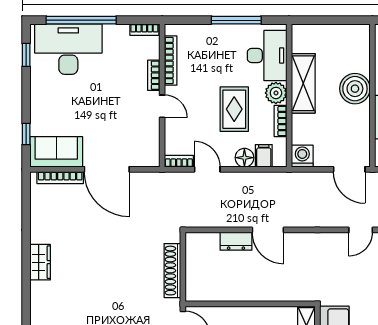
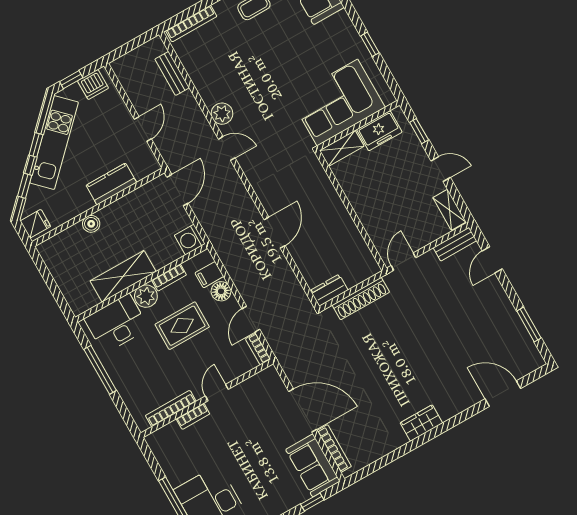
bookcase: (144, 30) -> (156, 448), removed
boiler: (355, 89) -> (91, 224), width x0.54, depth x0.54
door: (107, 169) -> (303, 410), hinge flipped
dresser: (236, 241) -> (329, 290), moved, turned -90

